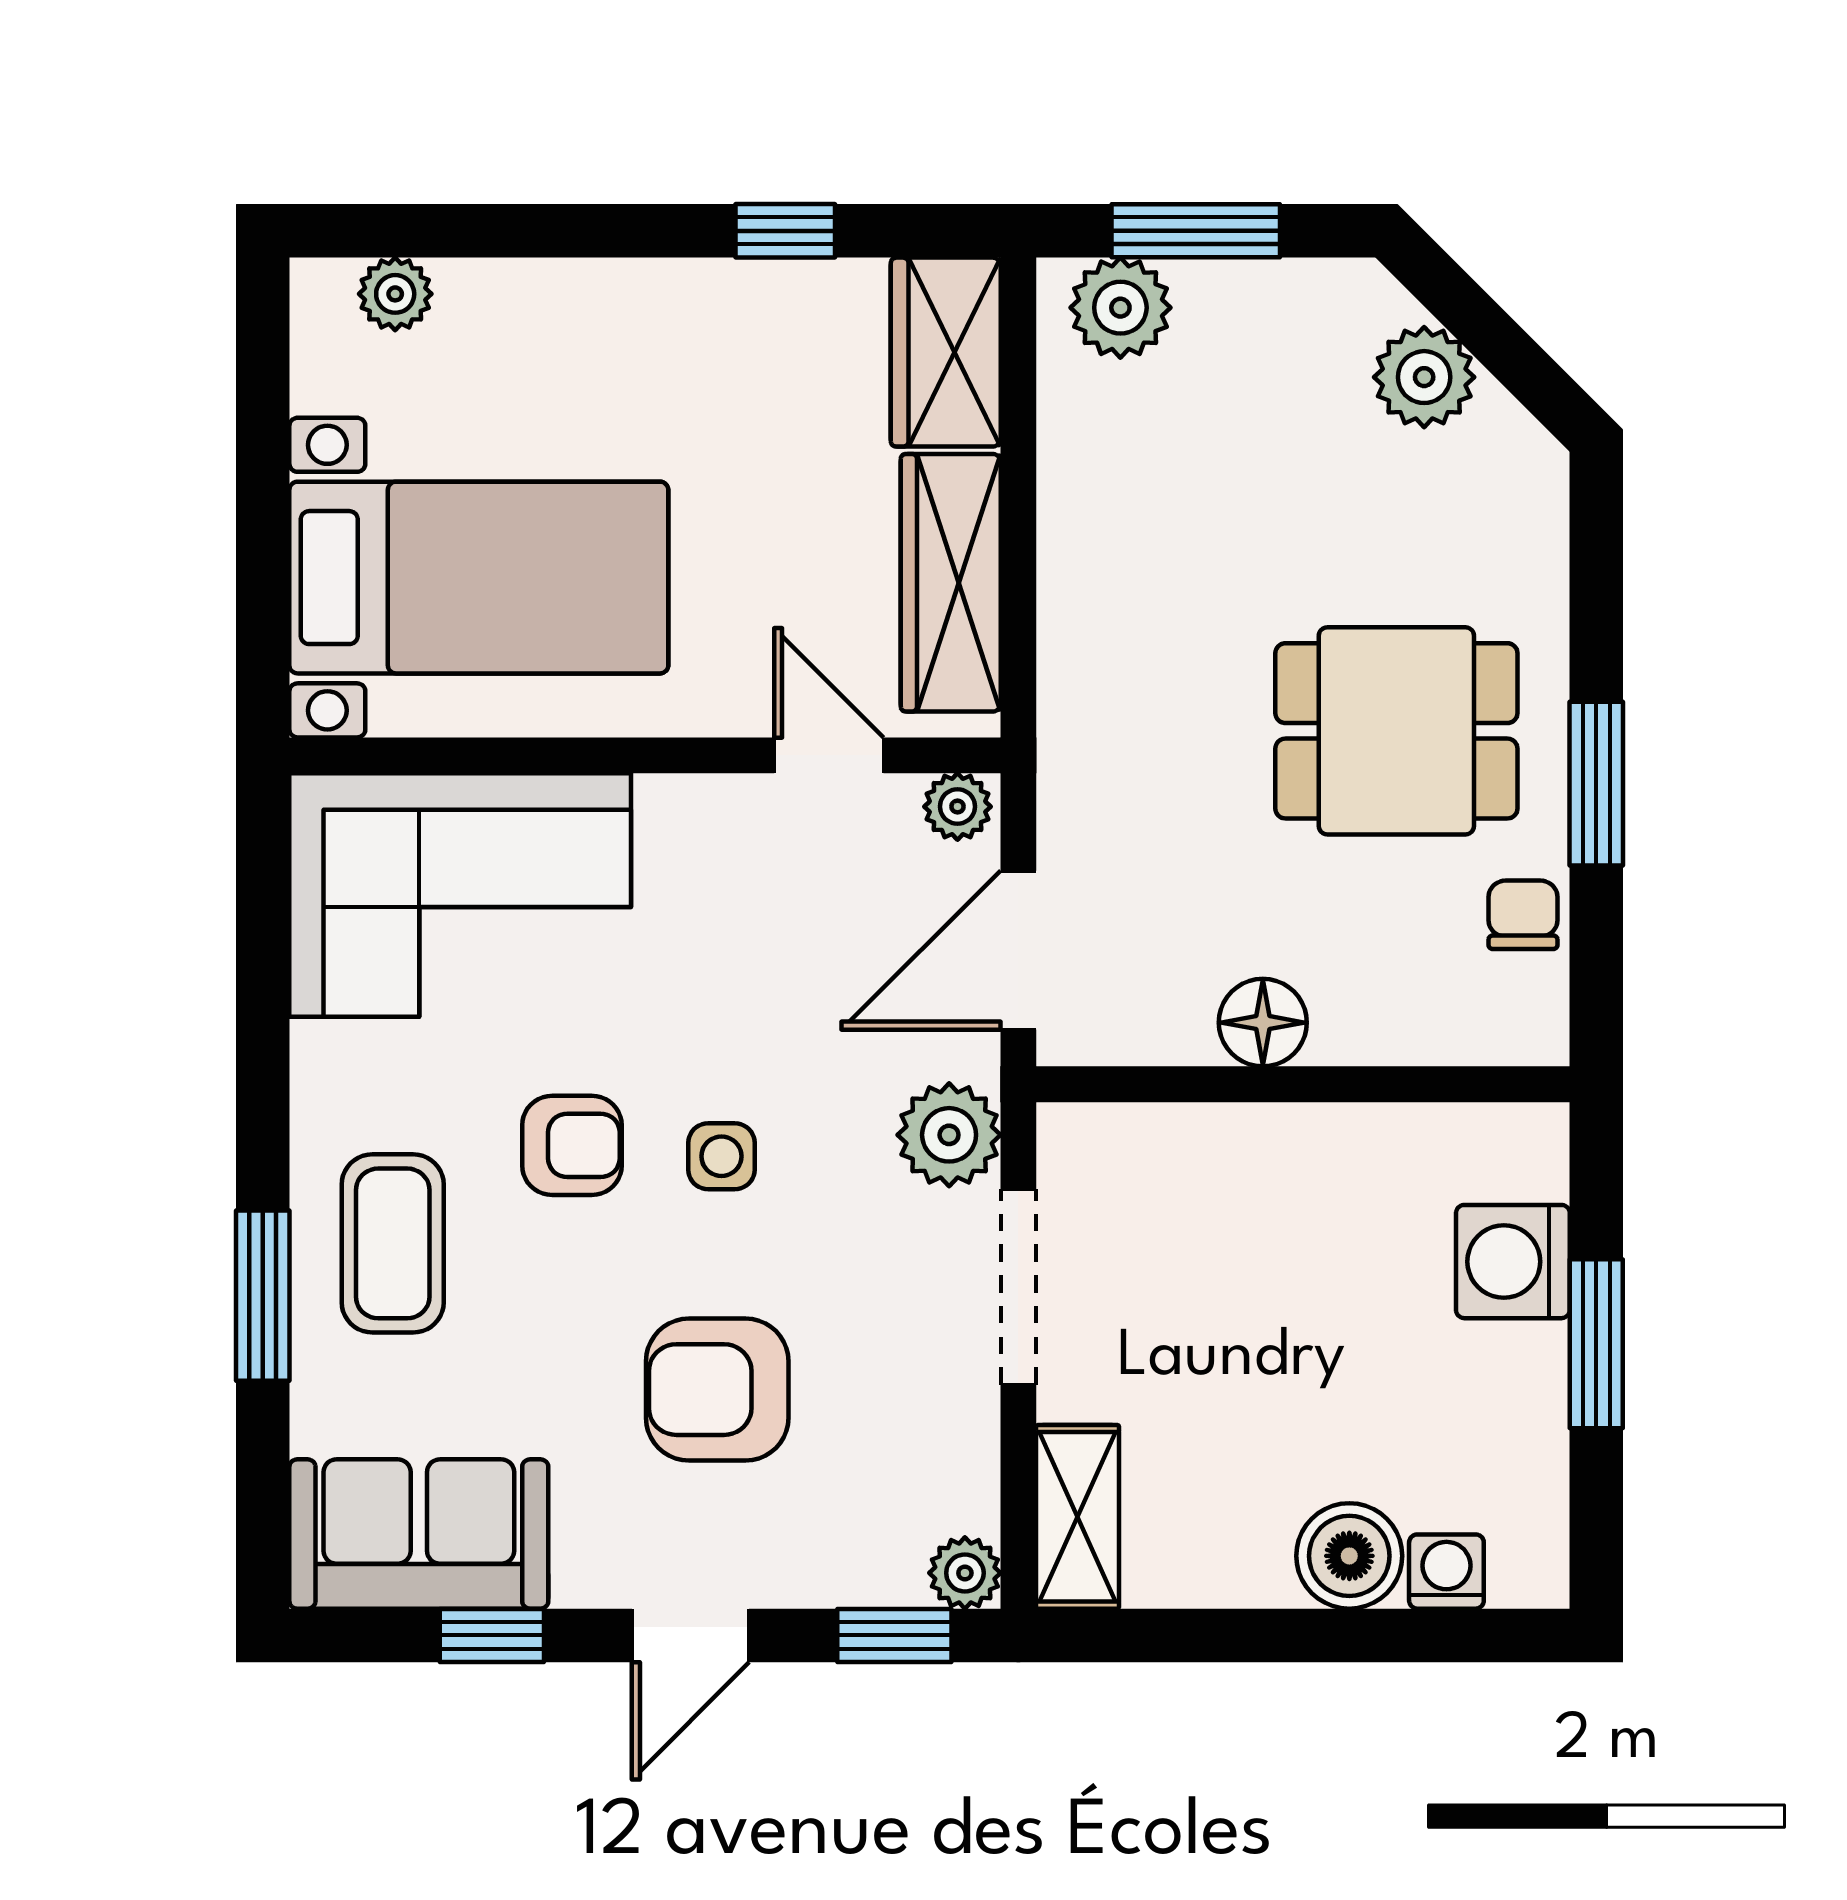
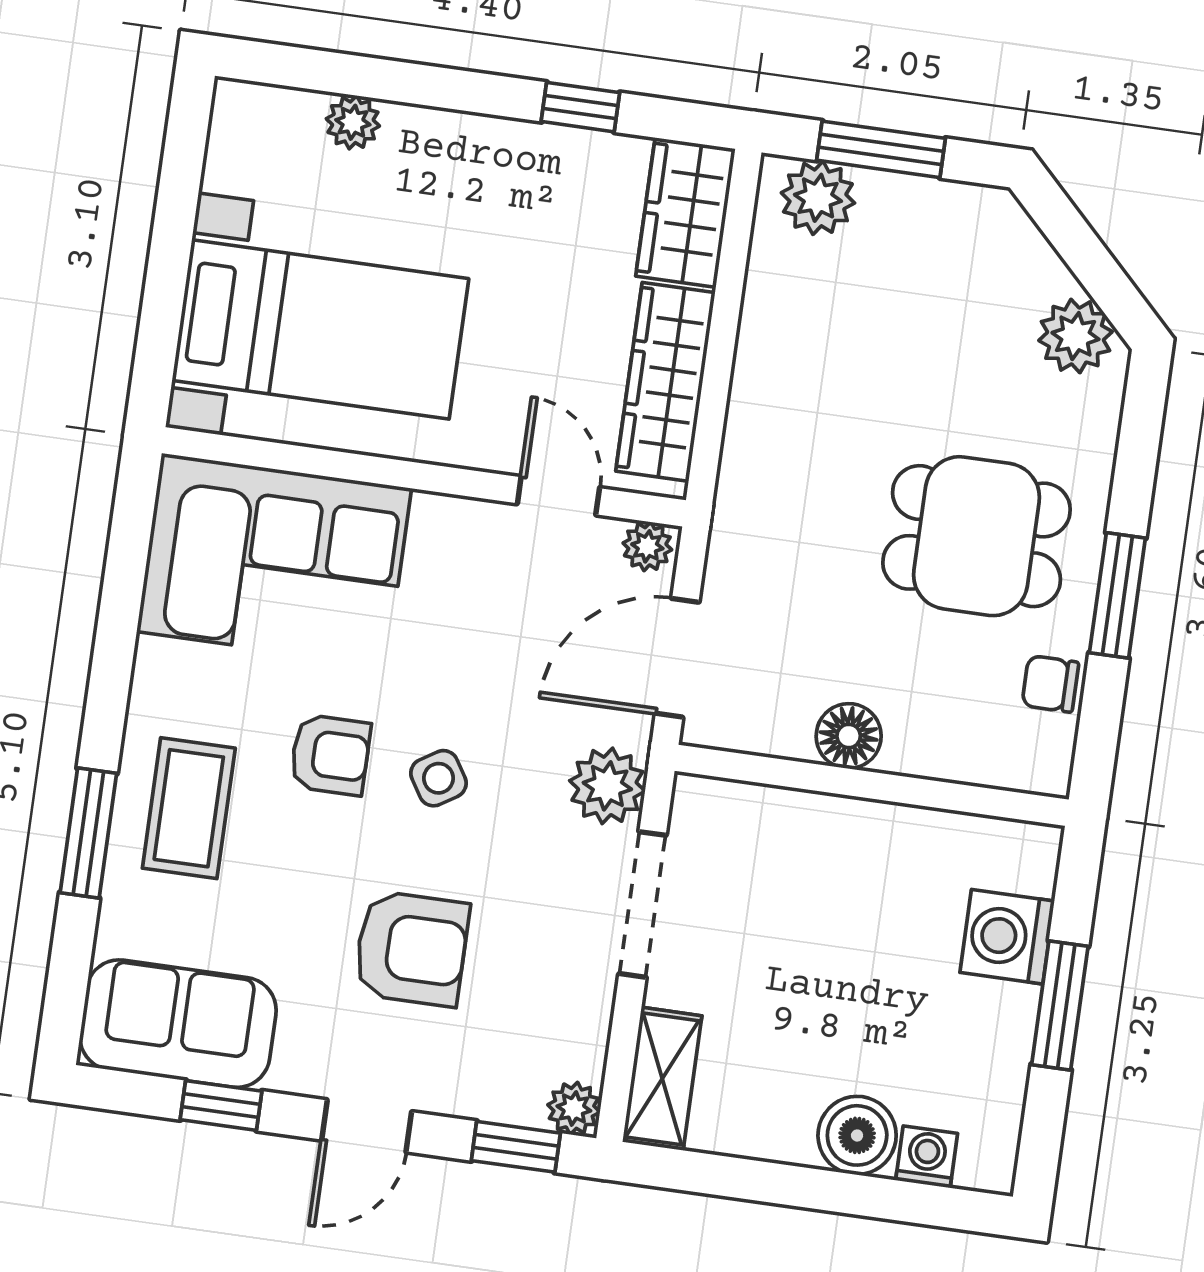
plant: (395, 294) -> (353, 122), moved
plant: (1424, 377) -> (1075, 336), moved
chair: (1523, 915) -> (1050, 684), turned -90
side table: (721, 1156) -> (438, 778), turned -32
armchair: (717, 1390) -> (411, 949), turned 180

